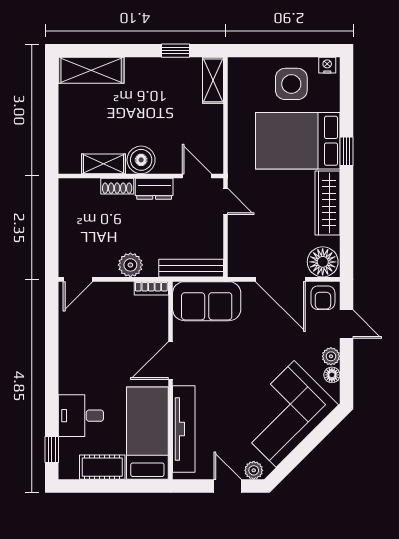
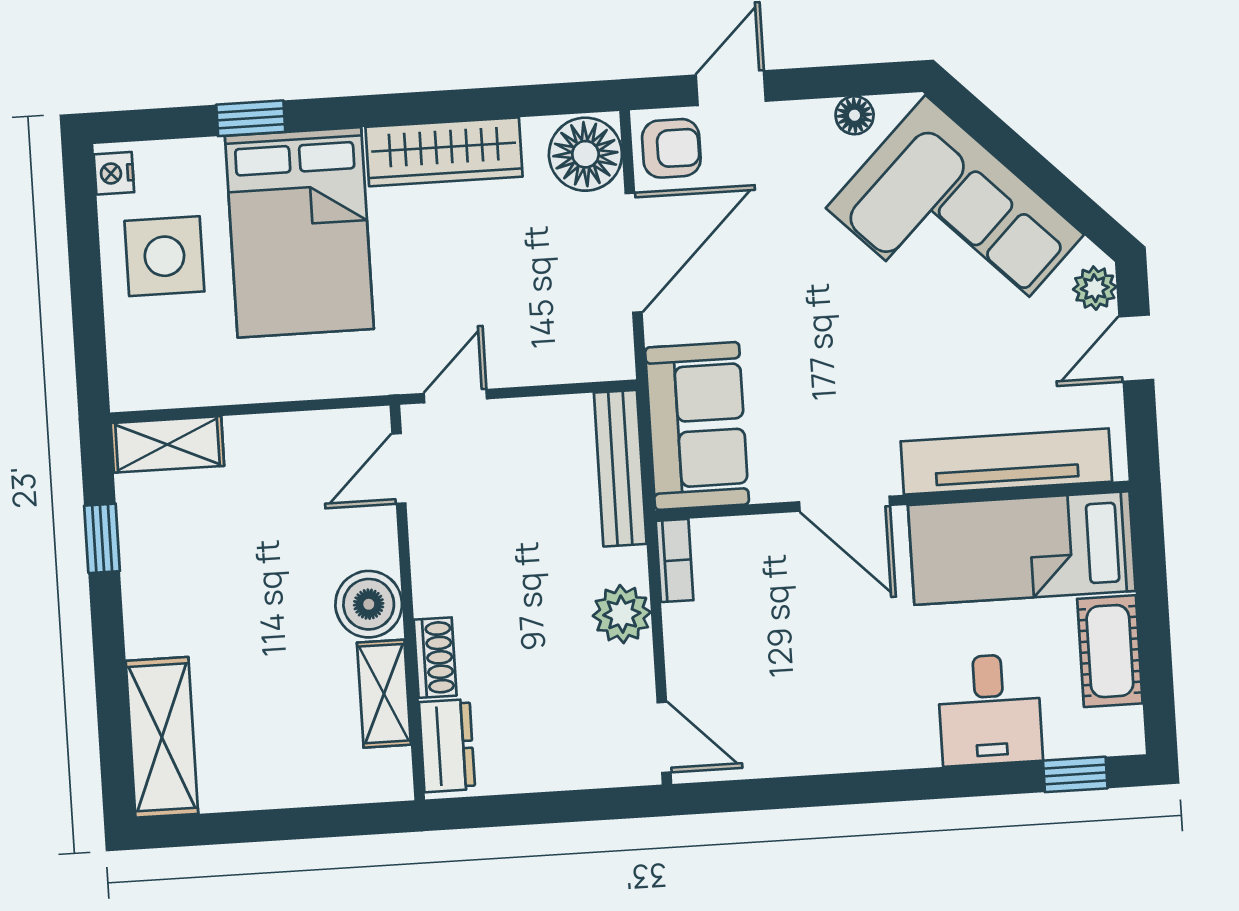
window: (346, 151) -> (251, 118), moved
dresser: (154, 189) -> (447, 746), moved
plant: (331, 356) -> (810, 120), removed

